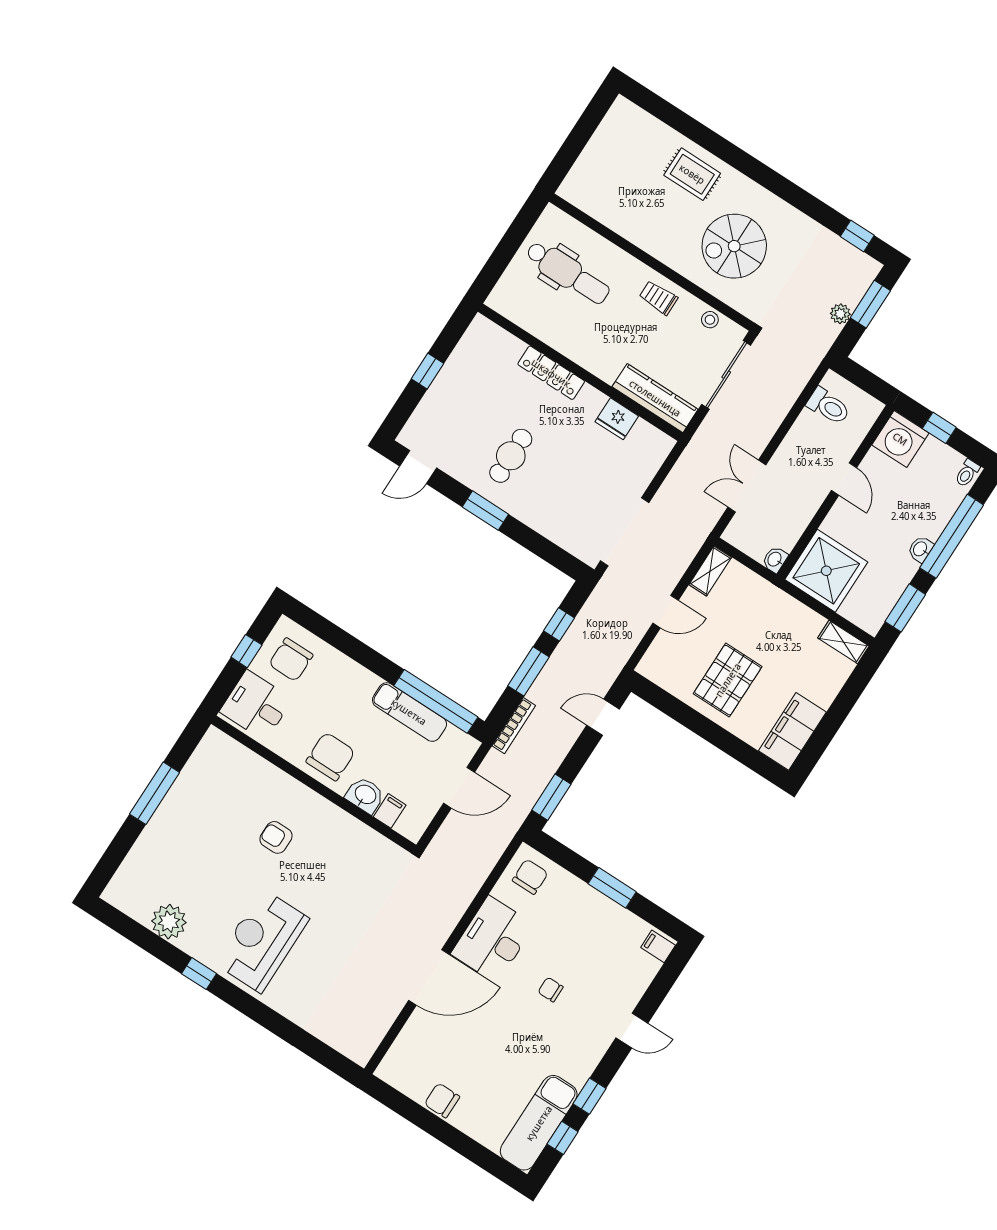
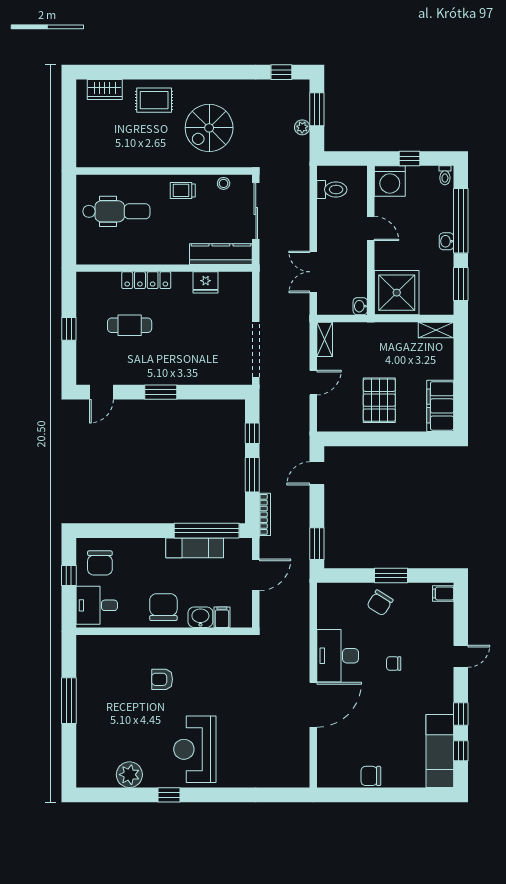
wardrobe: (644, 126) -> (105, 89), added
cafe table: (511, 456) -> (130, 325), moved, turned 90
chair: (530, 877) -> (380, 603), moved, turned -148

